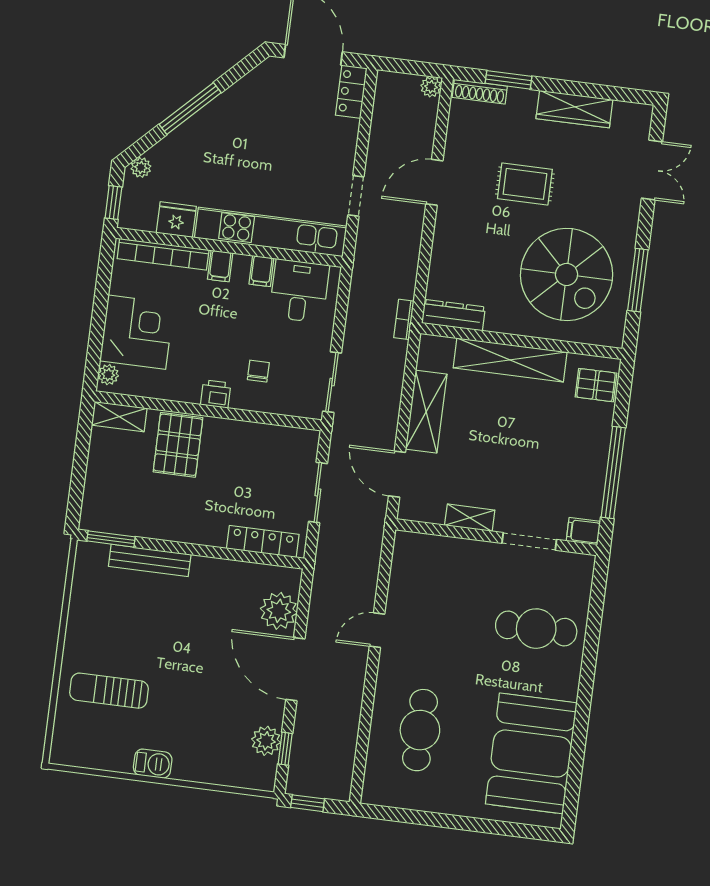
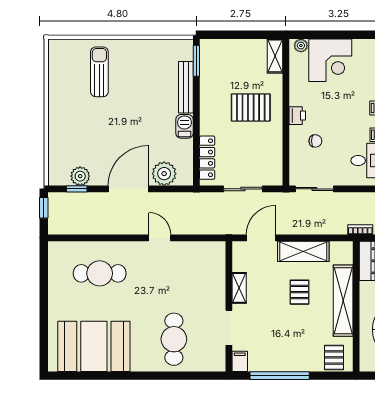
pallet: (488, 425) -> (299, 292), added
pallet: (178, 445) -> (251, 107), moved
barbecue: (153, 764) -> (184, 126), moved, turned 180

